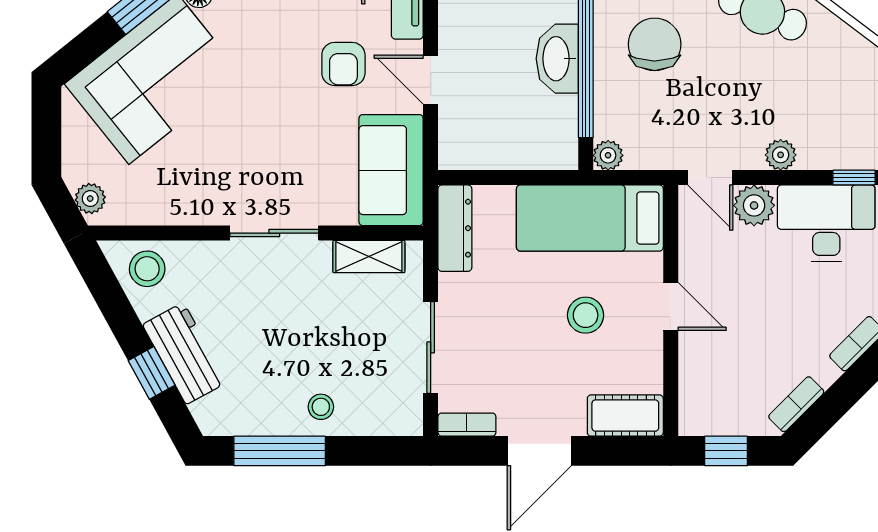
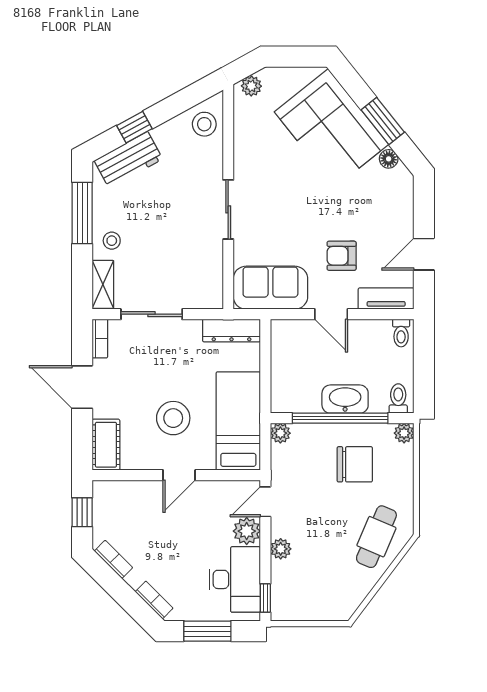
door: (431, 80) -> (331, 314), swing flipped
shelving: (369, 257) -> (103, 284), moved
stool: (586, 315) -> (173, 418), width x1.38, depth x1.38
workbench: (185, 353) -> (128, 160), moved

